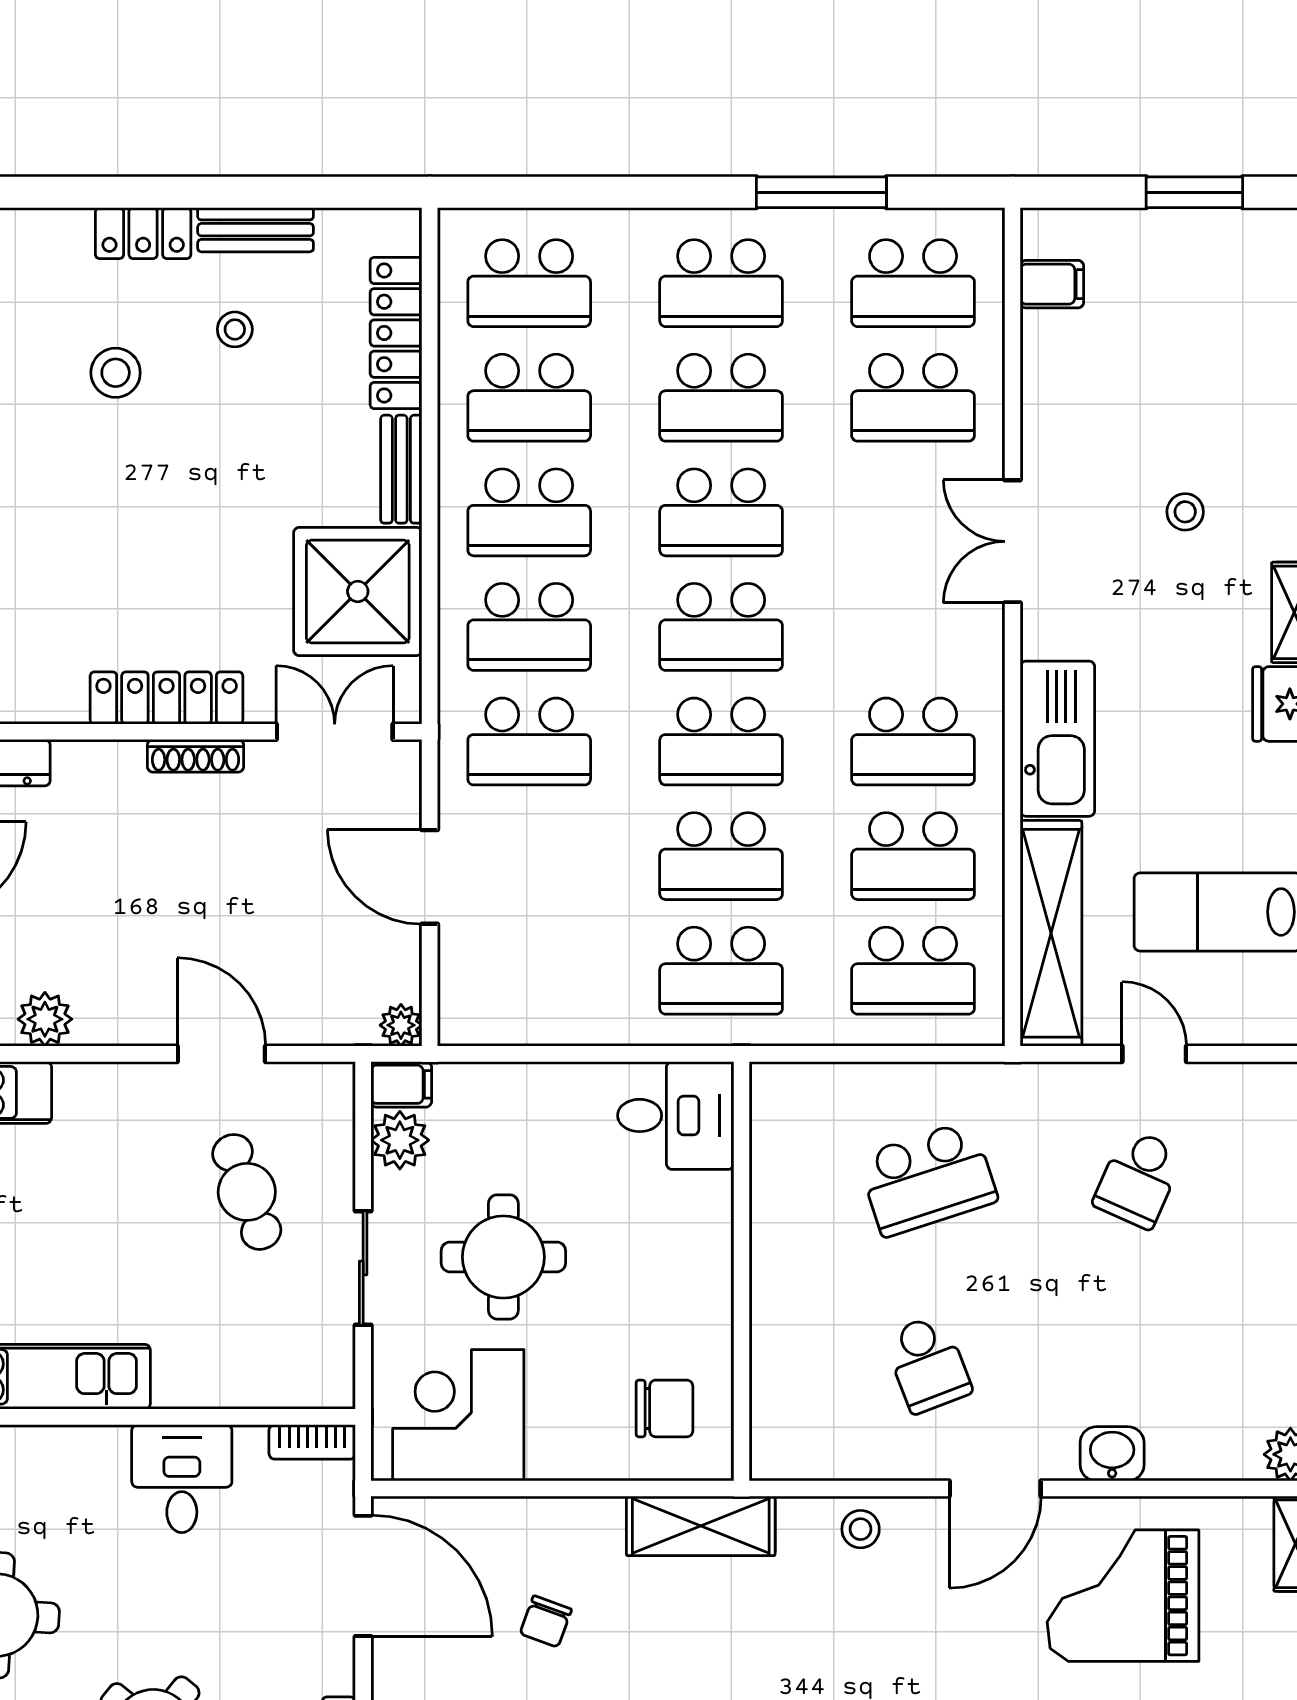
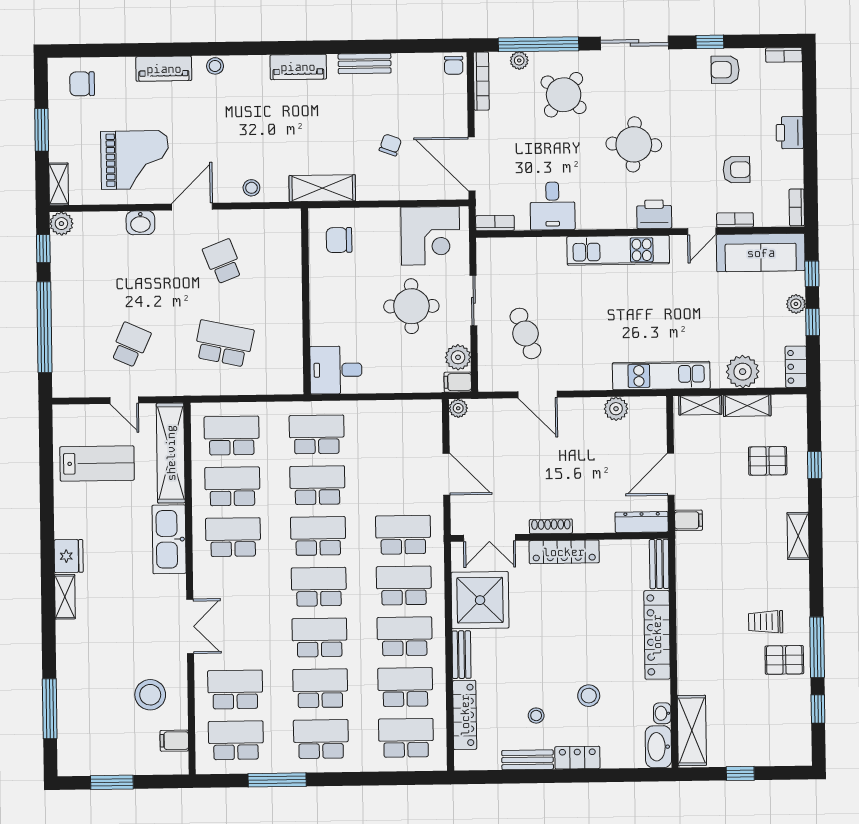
stool: (1185, 512) -> (150, 695), moved, width x1.89, depth x1.89
school desk: (928, 1179) -> (224, 344), turned 30

